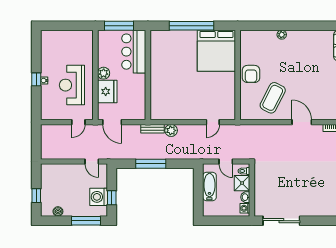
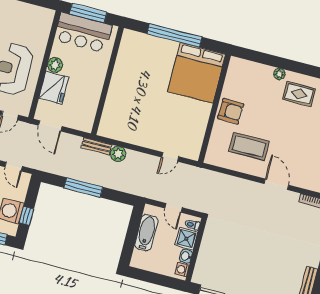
rug: (301, 46) -> (299, 94), added
bar counter: (134, 52) -> (83, 32), moved, turned -90
armchair: (251, 74) -> (231, 111), turned -88
coffee table: (273, 98) -> (249, 146), turned 63

